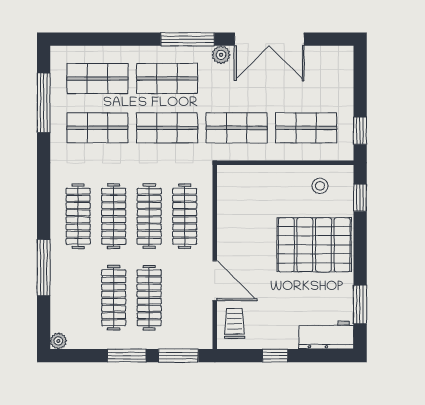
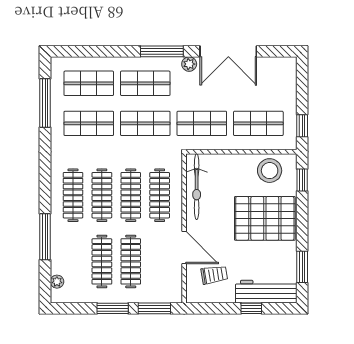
stool: (320, 186) -> (270, 171), width x1.89, depth x1.89
bicycle: (230, 206) -> (197, 187), added
trolley: (234, 324) -> (214, 275), moved, turned 81
workbench: (326, 335) -> (266, 292), width x1.38
plant: (58, 341) -> (57, 282), moved
window: (275, 356) -> (251, 308), moved

